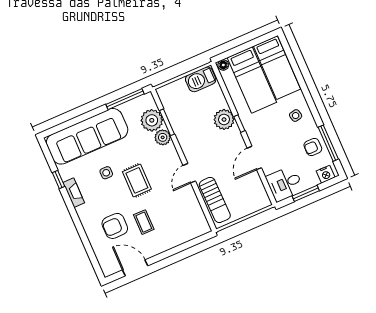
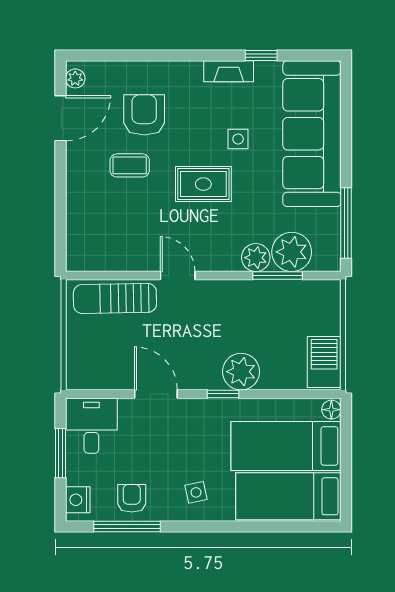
plant: (112, 269) -> (75, 78), added

